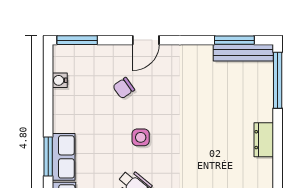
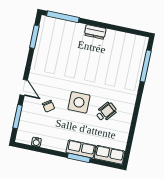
window: (77, 40) -> (18, 117), moved
bench: (243, 53) -> (43, 33), removed
side table: (141, 137) -> (79, 102), width x1.87, depth x1.87

